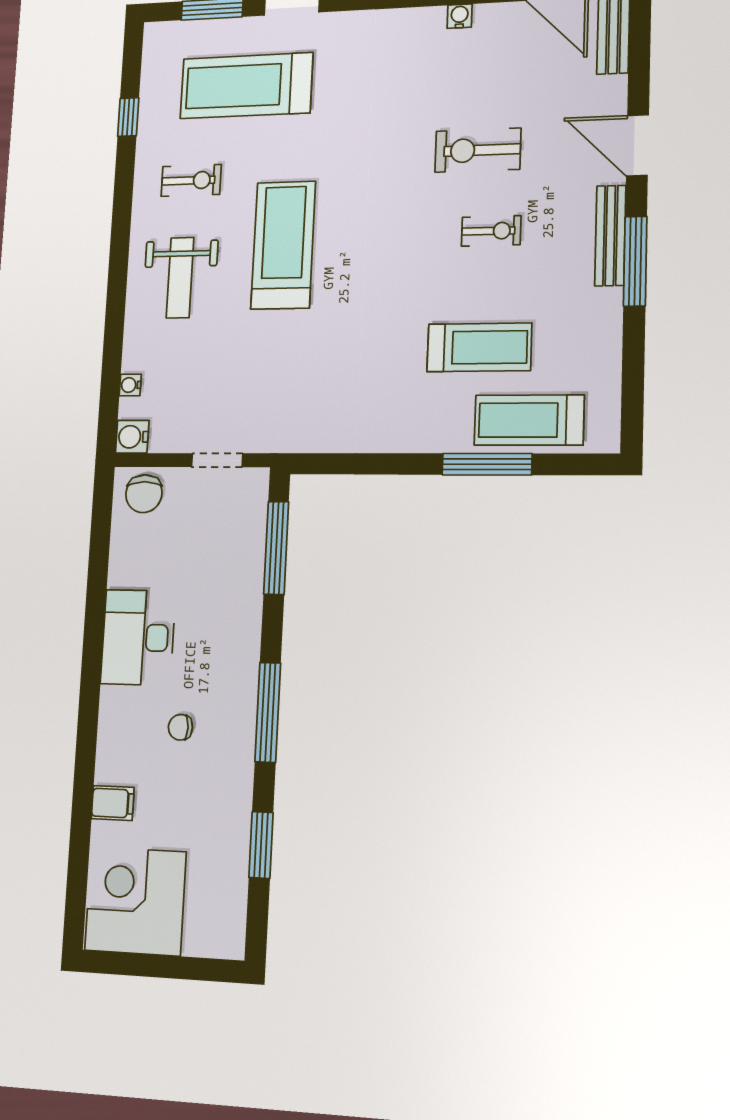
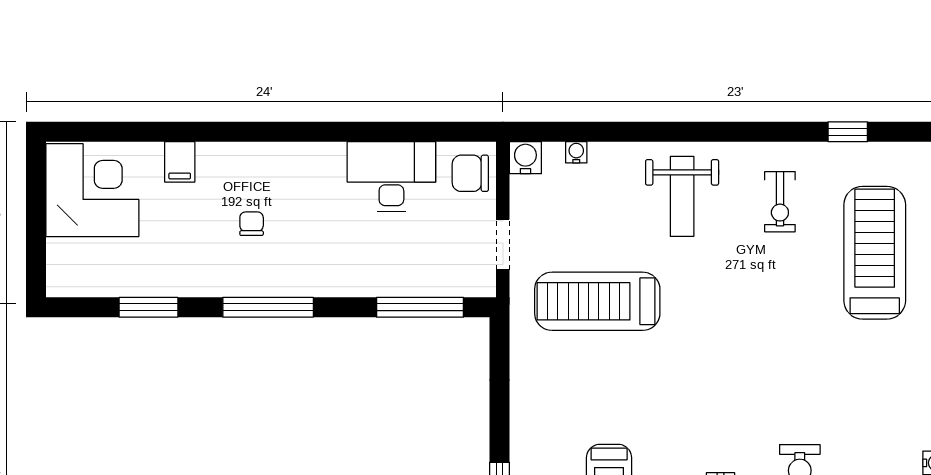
treadmill: (283, 245) -> (597, 301), moved, turned 180
weight bench: (180, 278) -> (682, 196), turned -90
desk: (138, 637) -> (391, 176), moved

